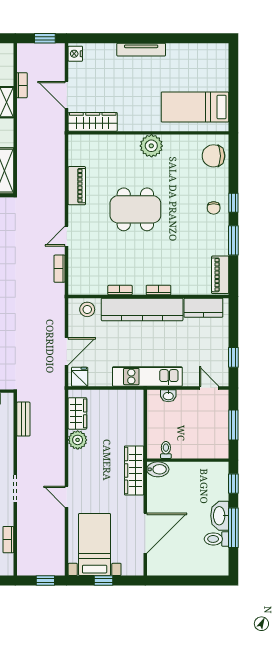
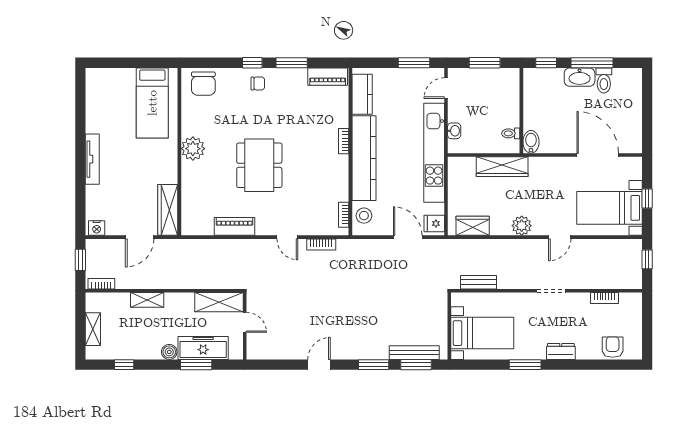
bookcase: (22, 85) -> (101, 284), moved
bookcase: (120, 290) -> (344, 215), moved
window: (233, 357) -> (414, 63), width x1.50
kitchen unit: (147, 377) -> (434, 153), width x1.36
plant: (78, 440) -> (522, 226), moved
wardrobe: (134, 470) -> (502, 167), moved

